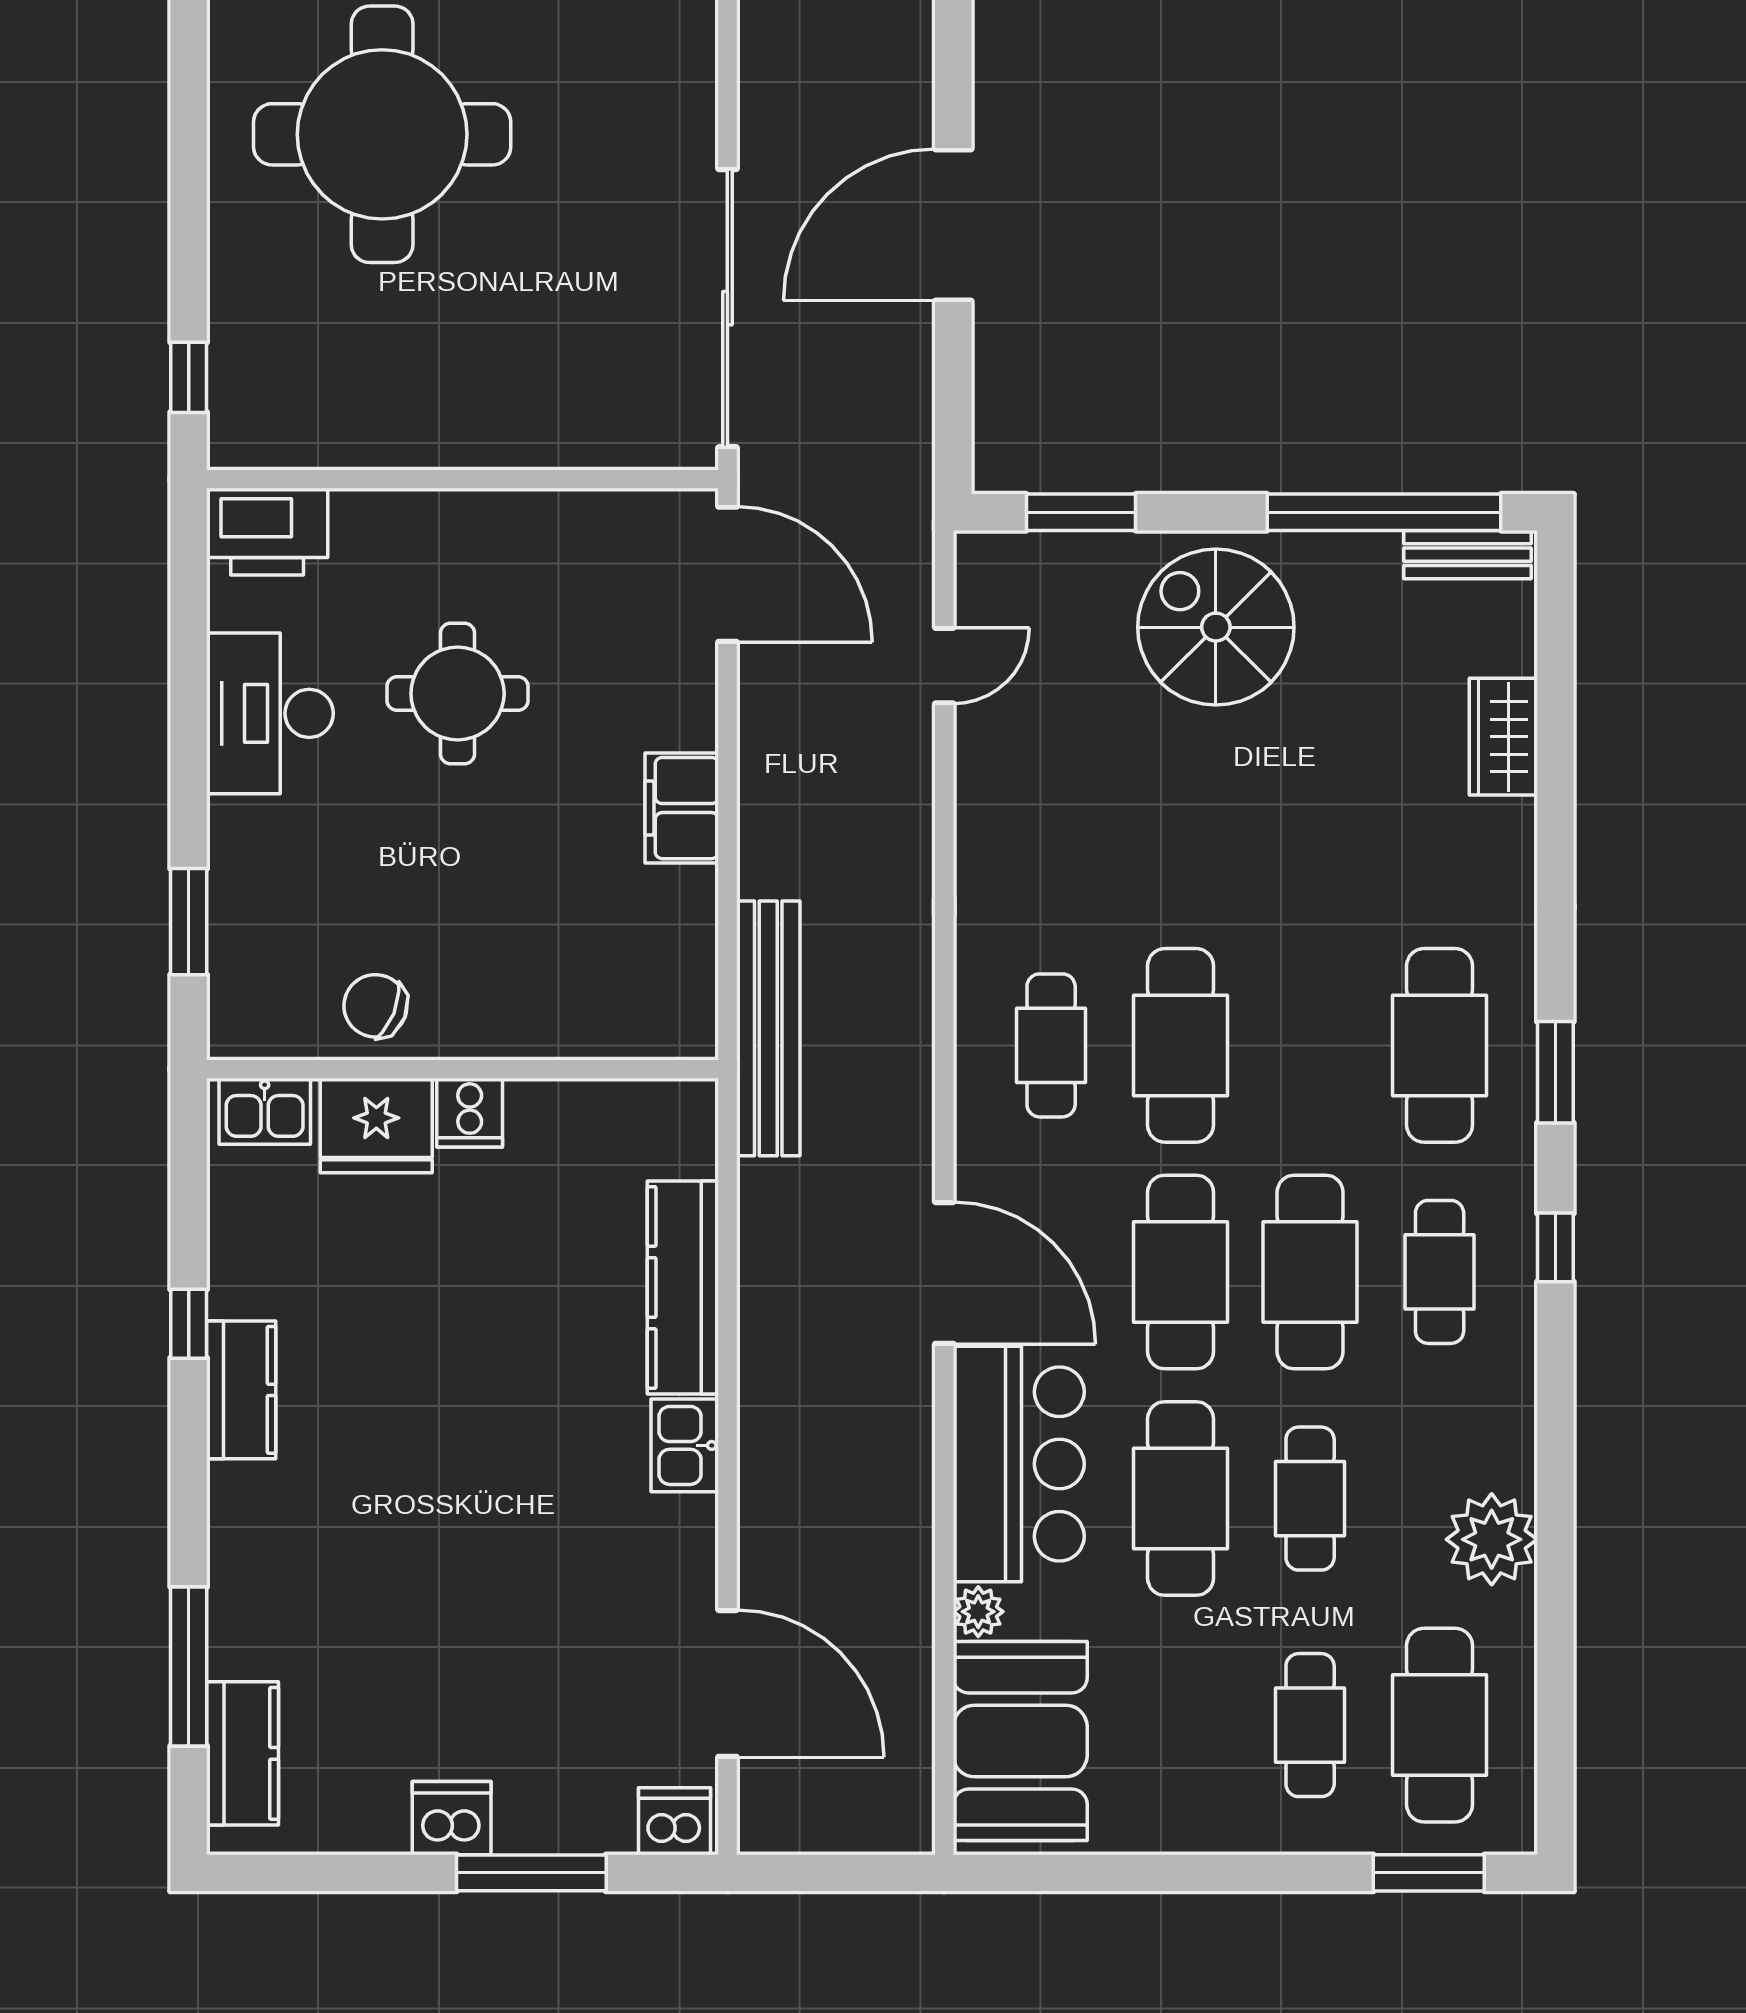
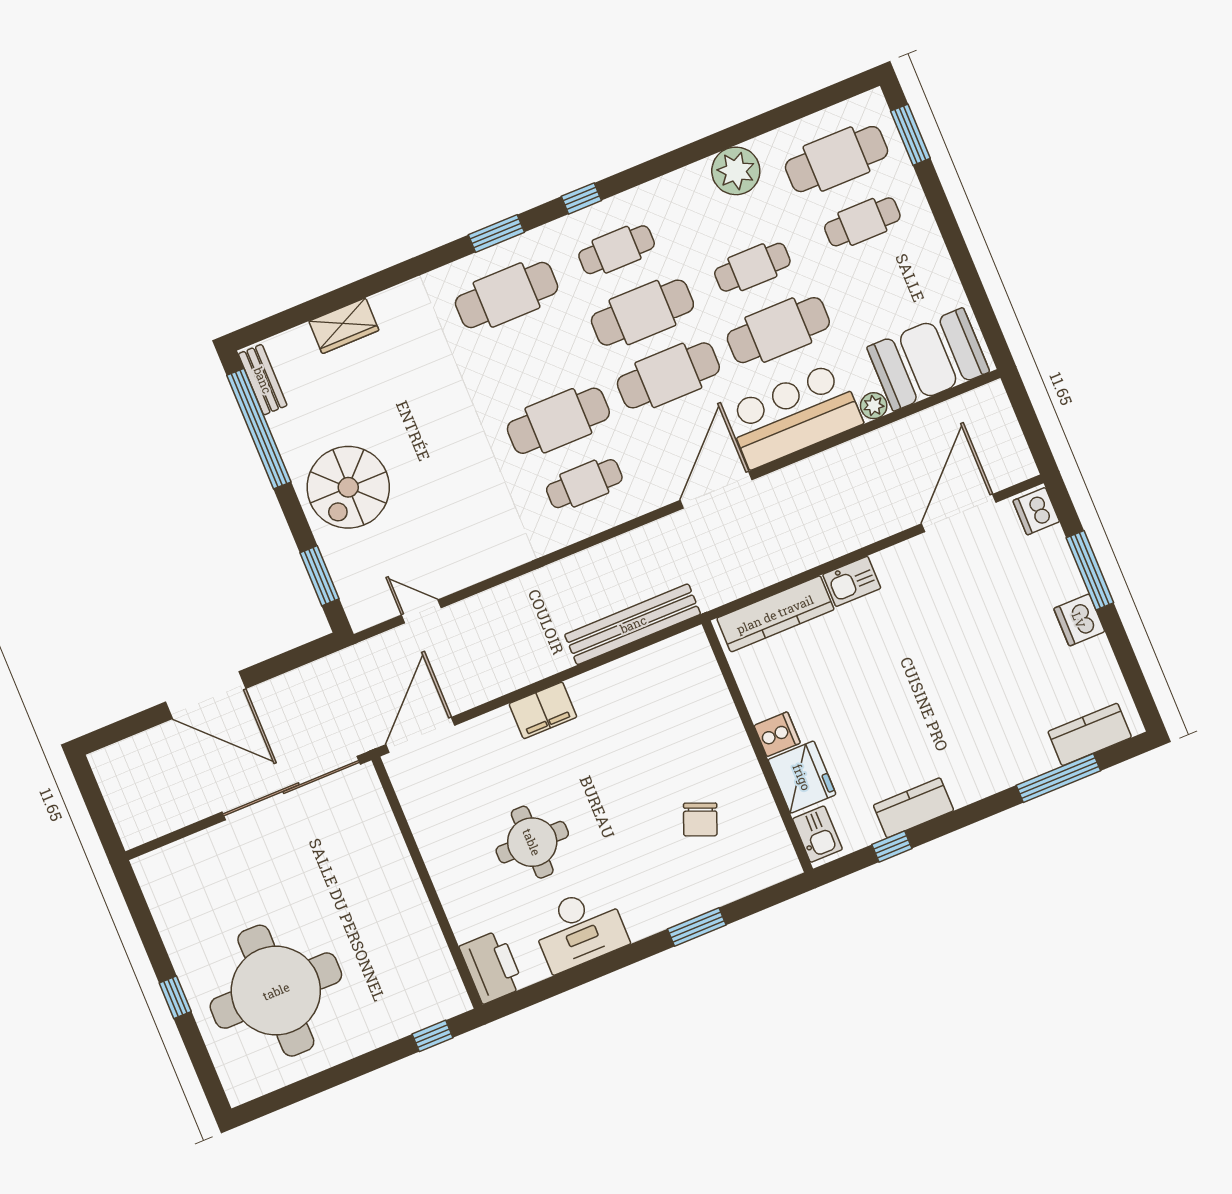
wall: (463, 1069) -> (757, 746), moved
kitchen sink: (265, 1111) -> (817, 834), moved
cooker: (470, 1113) -> (777, 734), moved
fridge: (376, 1126) -> (802, 777), moved

